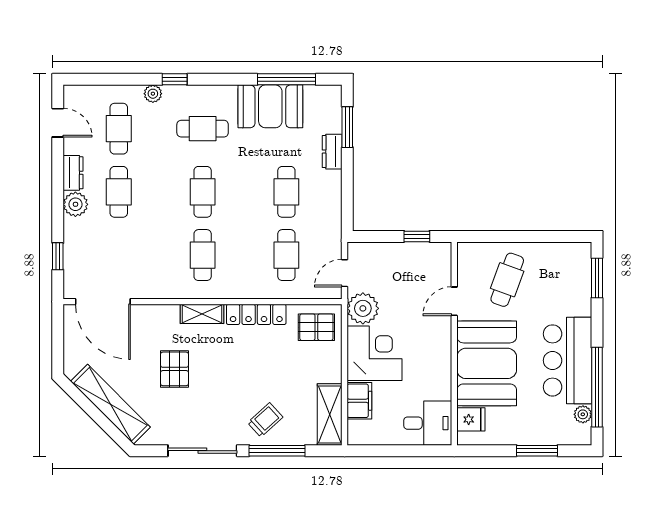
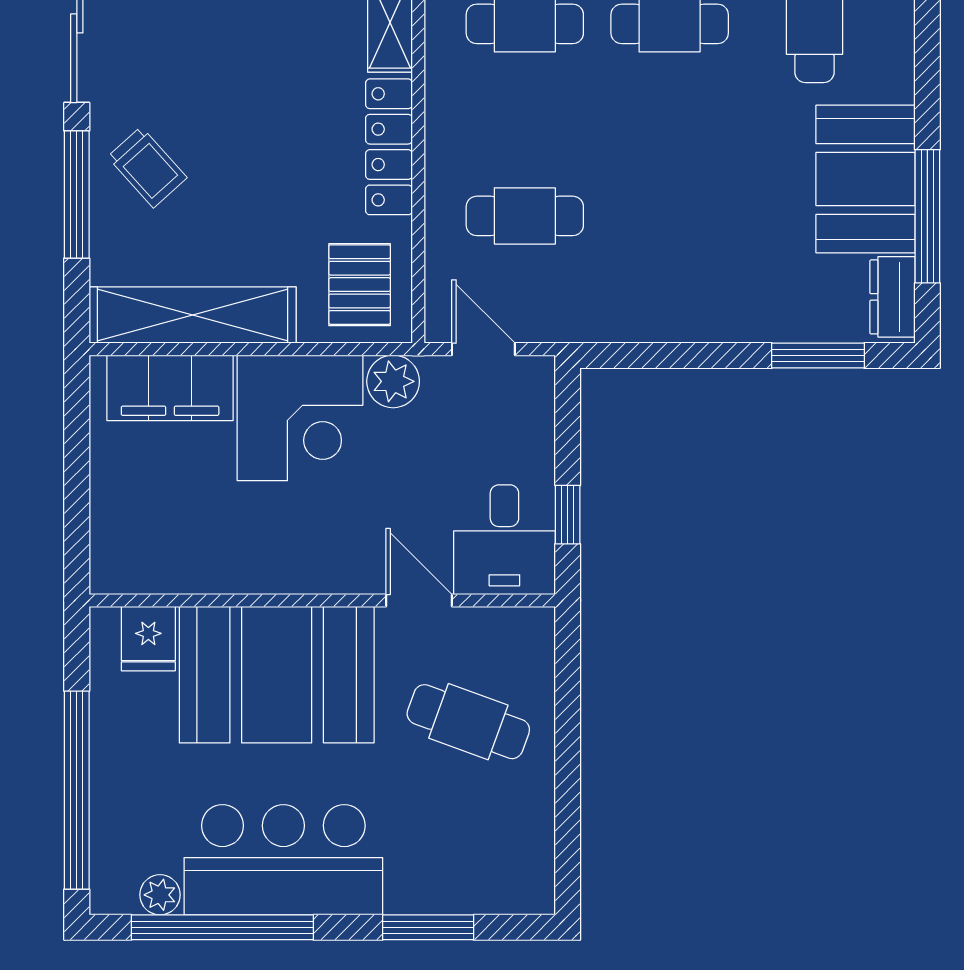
dresser: (332, 152) -> (892, 297), moved, turned -90
cafe table: (286, 192) -> (670, 216), removed
window: (597, 278) -> (428, 927), moved
plant: (363, 308) -> (393, 381), width x0.73, depth x0.73
filing cabinet: (359, 401) -> (170, 388), width x1.50, depth x1.17
shelving: (330, 414) -> (193, 315), width x1.47
desk: (428, 423) -> (504, 540), moved
window: (537, 451) -> (77, 790), width x2.11

